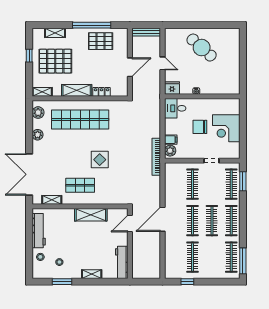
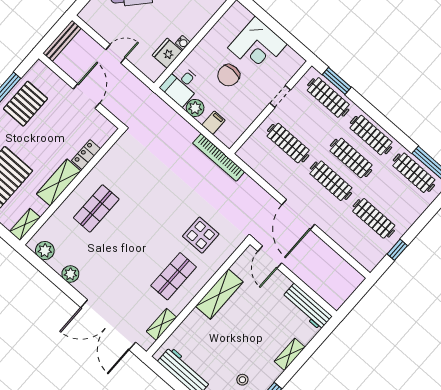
fridge: (172, 88) -> (167, 53), moved
shop shelf: (80, 119) -> (96, 208), width x0.50, depth x0.74
plant: (170, 151) -> (195, 108), moved
display table: (100, 160) -> (201, 235), moved

